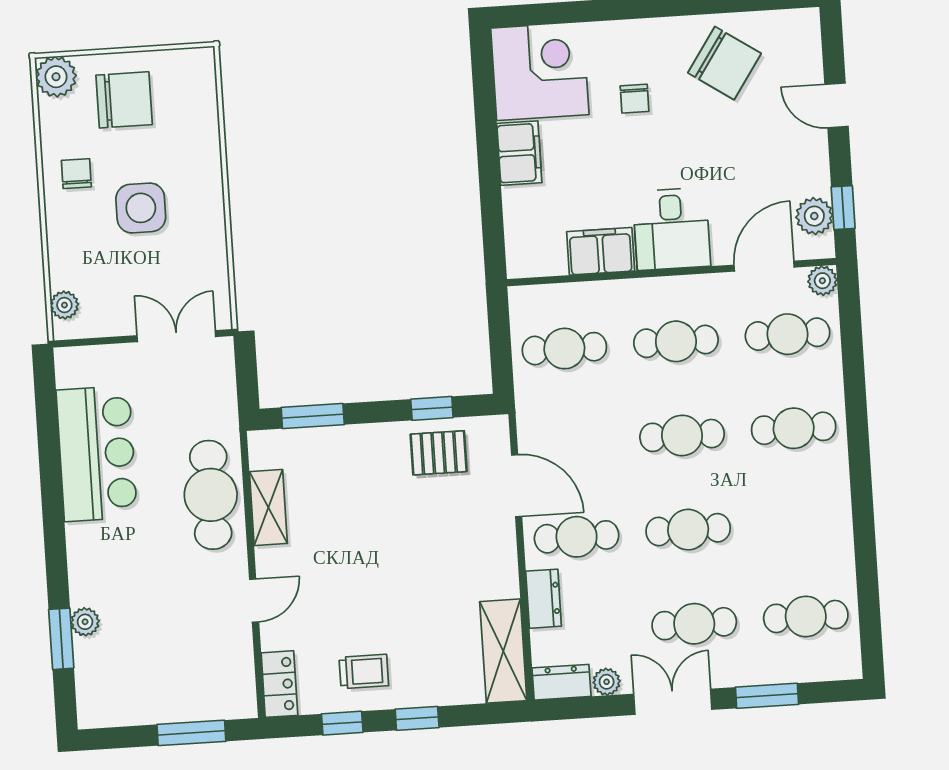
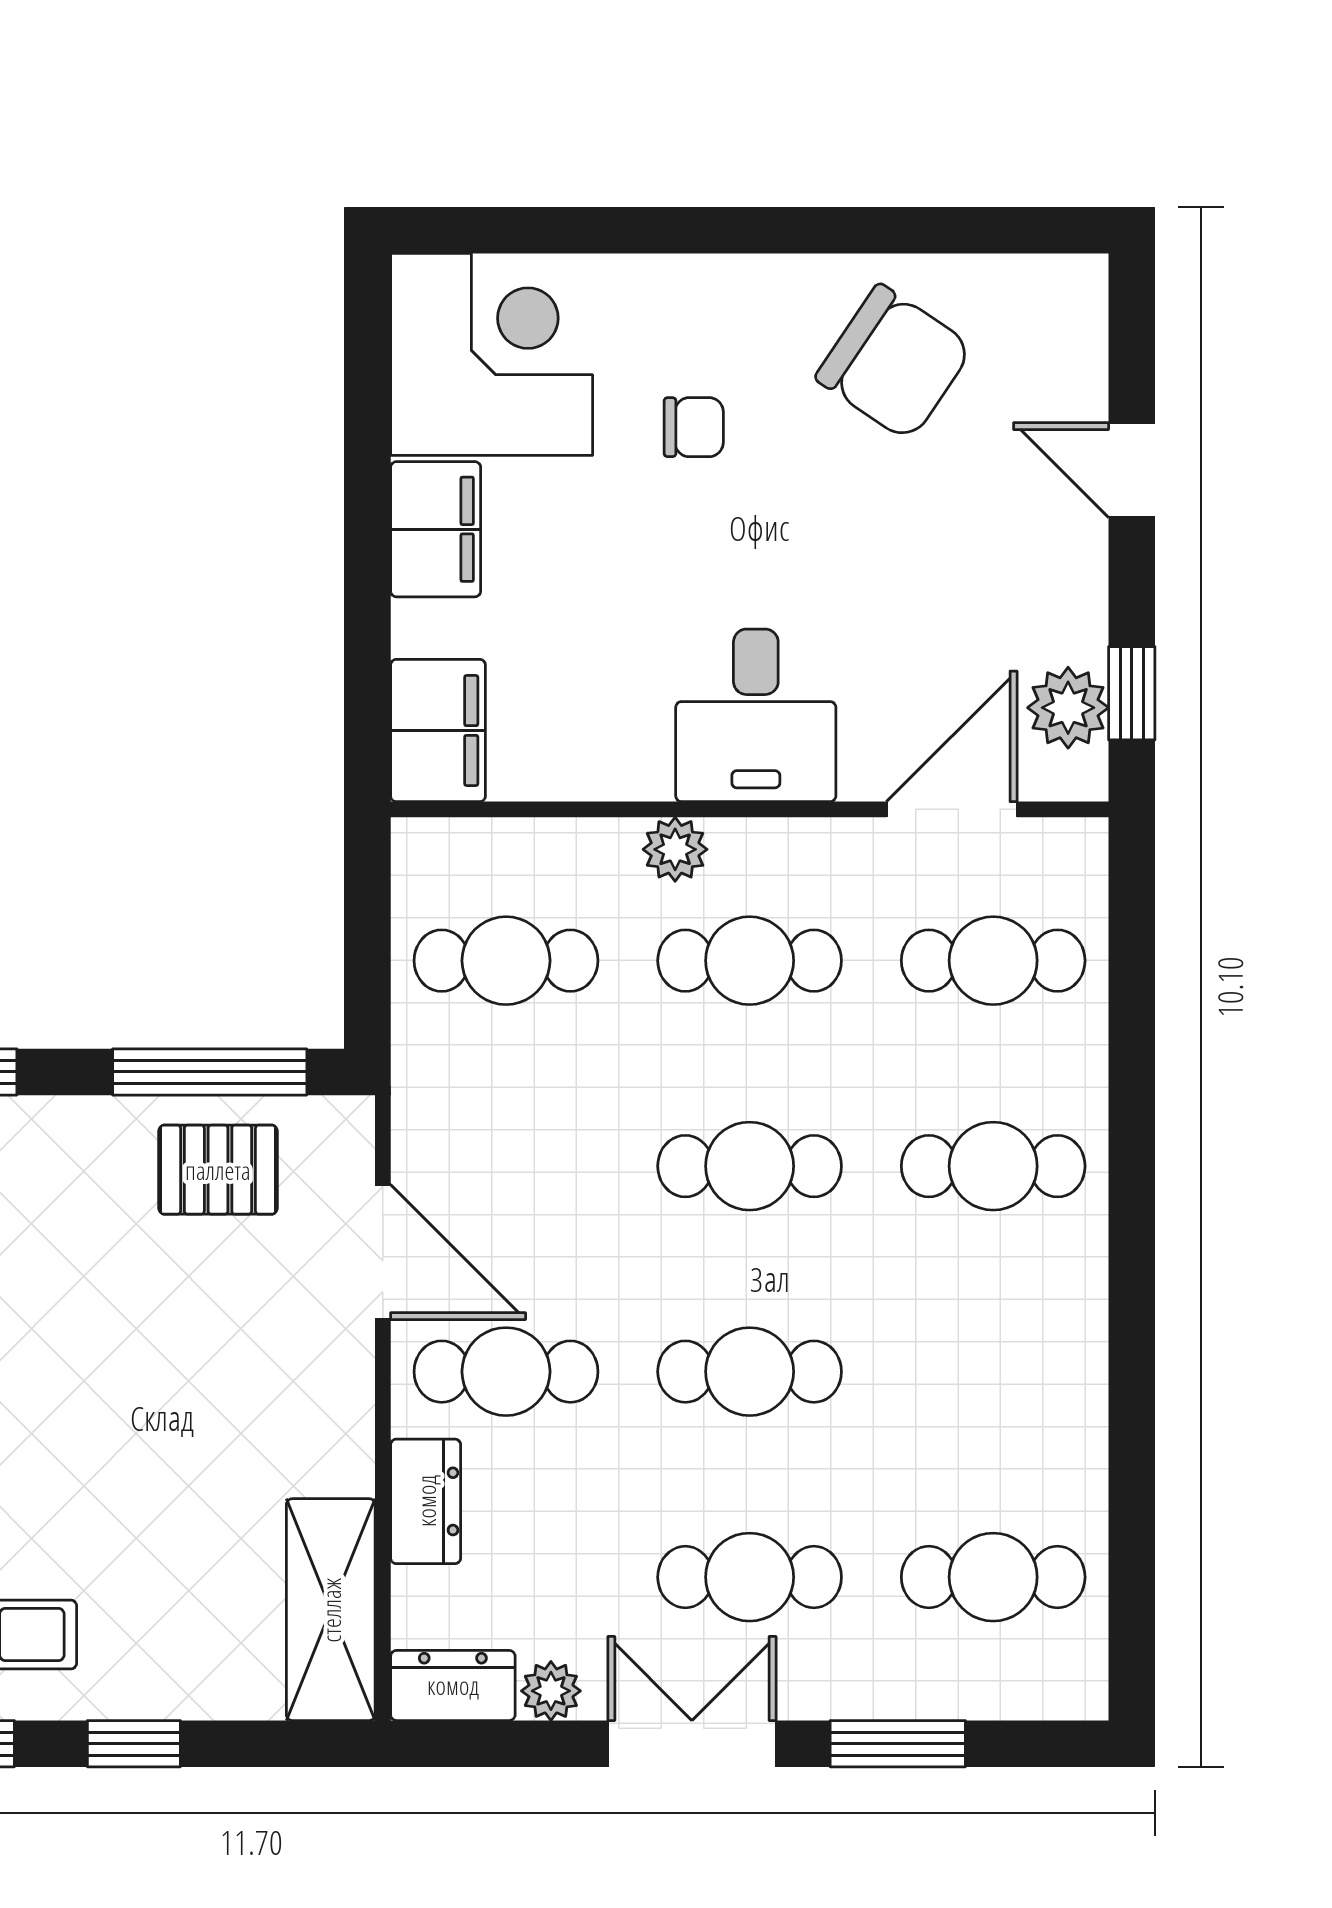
chair: (635, 99) -> (694, 427), turned -90
filing cabinet: (601, 251) -> (438, 731), moved, turned 90
plant: (822, 281) -> (675, 849), moved
window: (432, 408) -> (210, 1072), width x2.17

